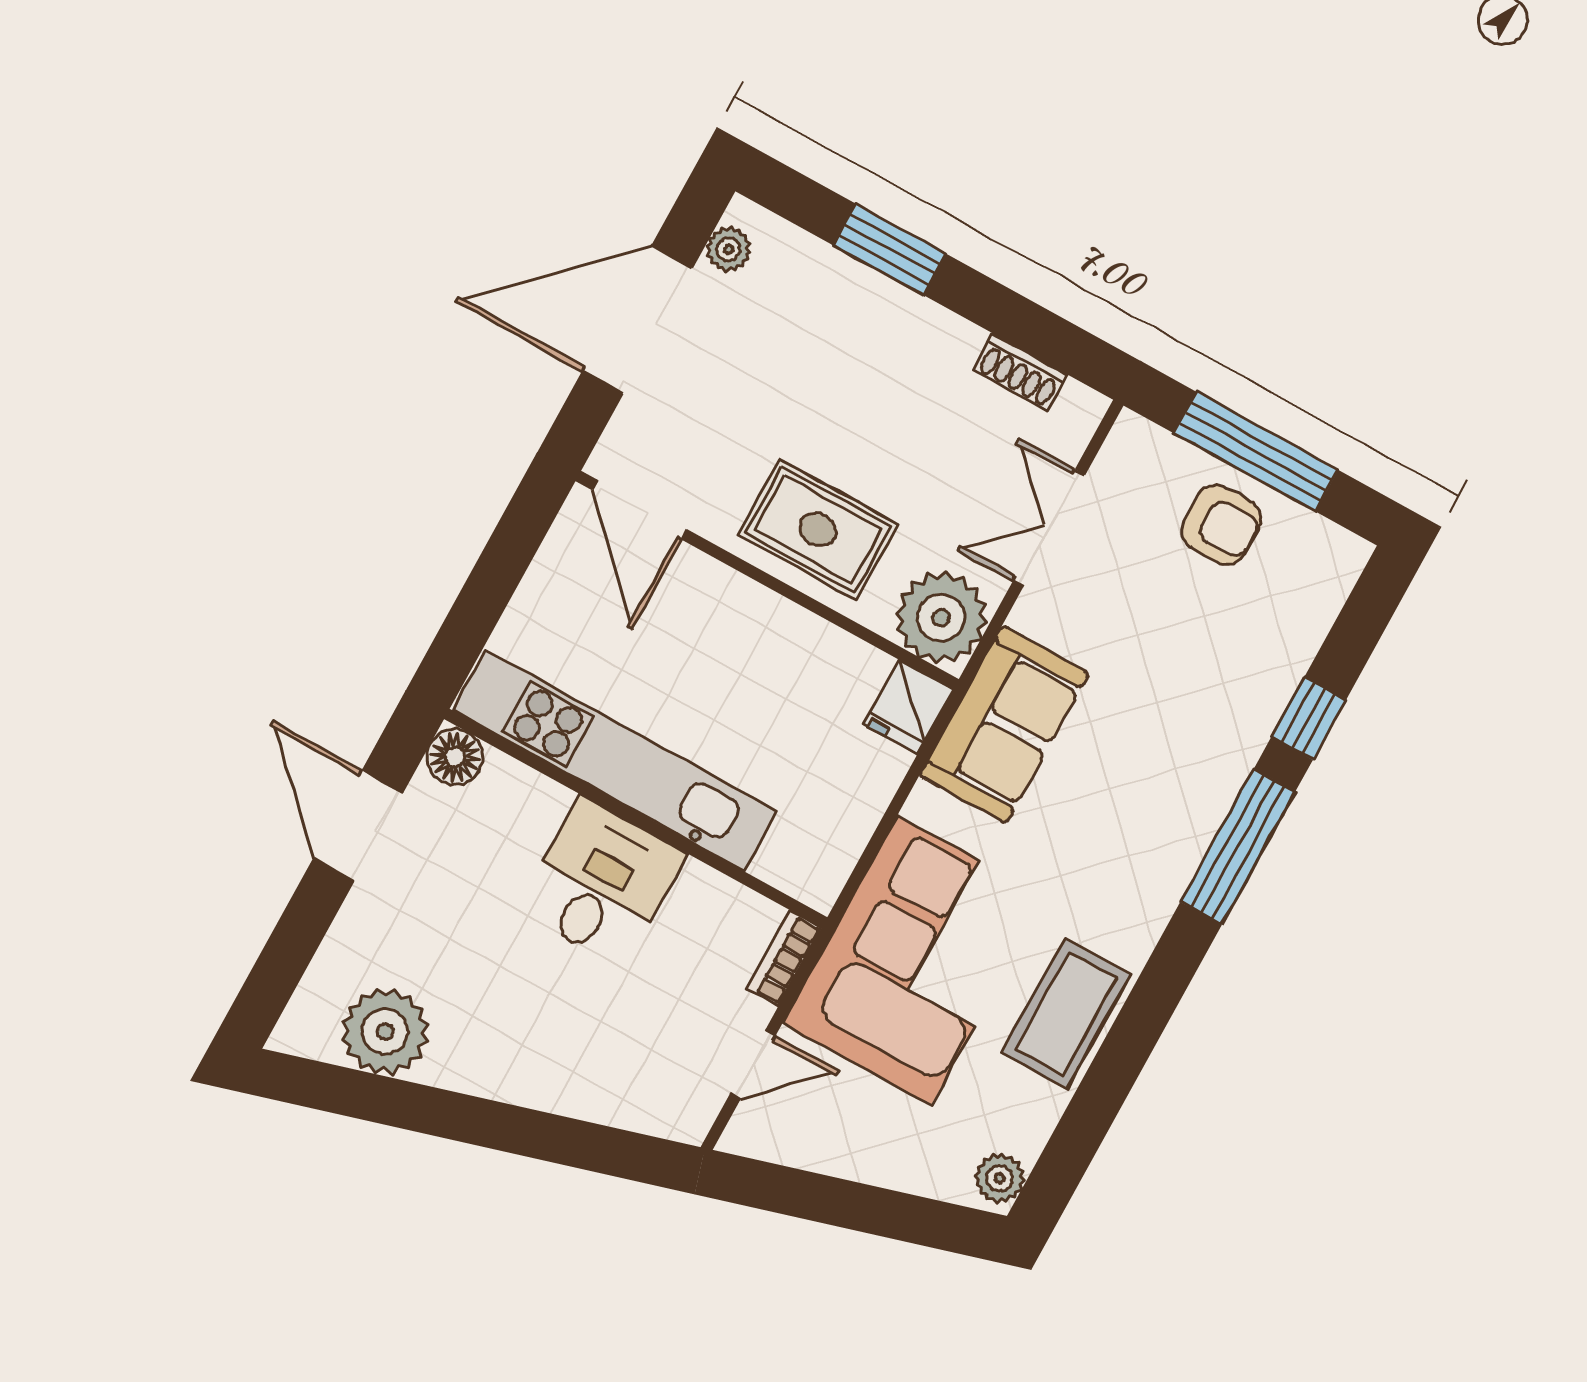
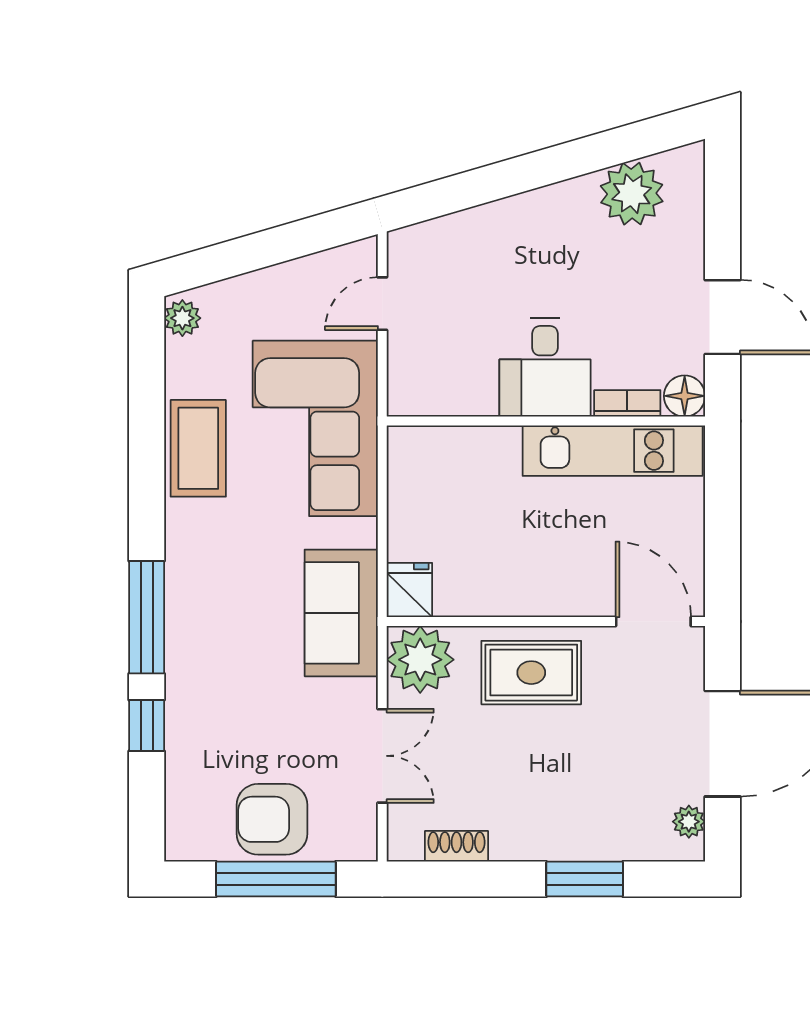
armchair: (1221, 525) -> (272, 819), width x1.38, depth x1.38
kitchen unit: (615, 761) -> (613, 451), width x0.73
bookcase: (784, 958) -> (627, 403), moved, turned -90

